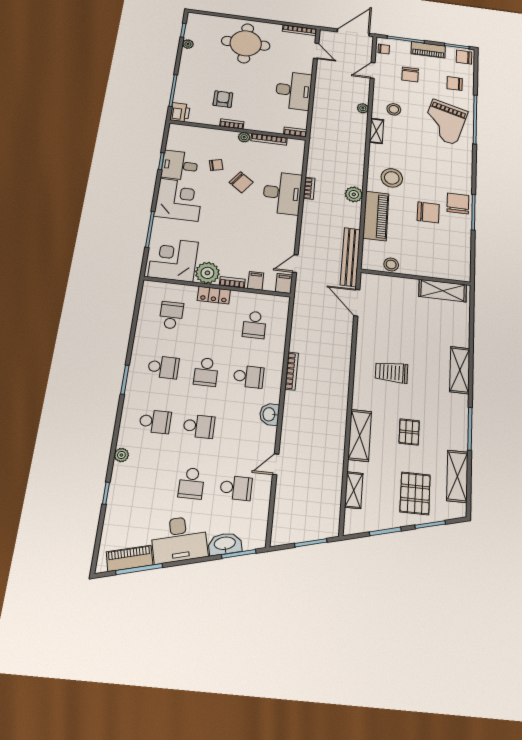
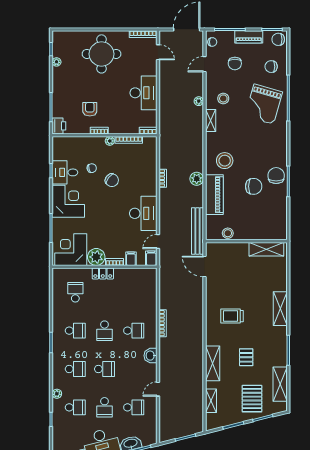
desk: (282, 193) -> (143, 213), moved
school desk: (254, 325) -> (75, 407), moved, turned -90

